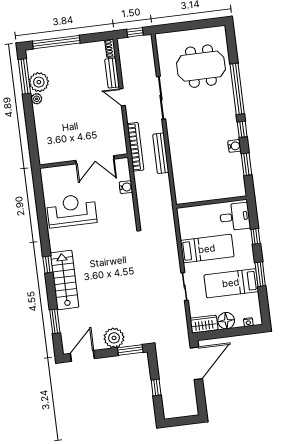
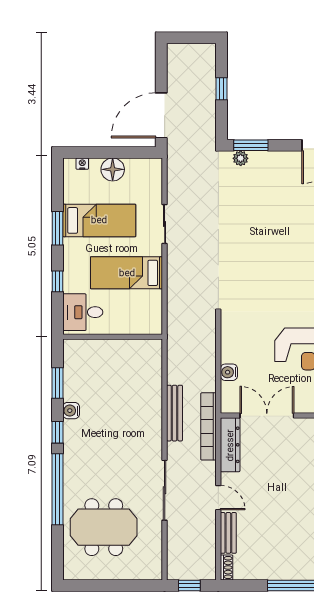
dresser: (119, 136) -> (230, 445), added
wardrobe: (204, 324) -> (144, 169), removed
plant: (114, 338) -> (241, 158), moved, width x0.53, depth x0.53

